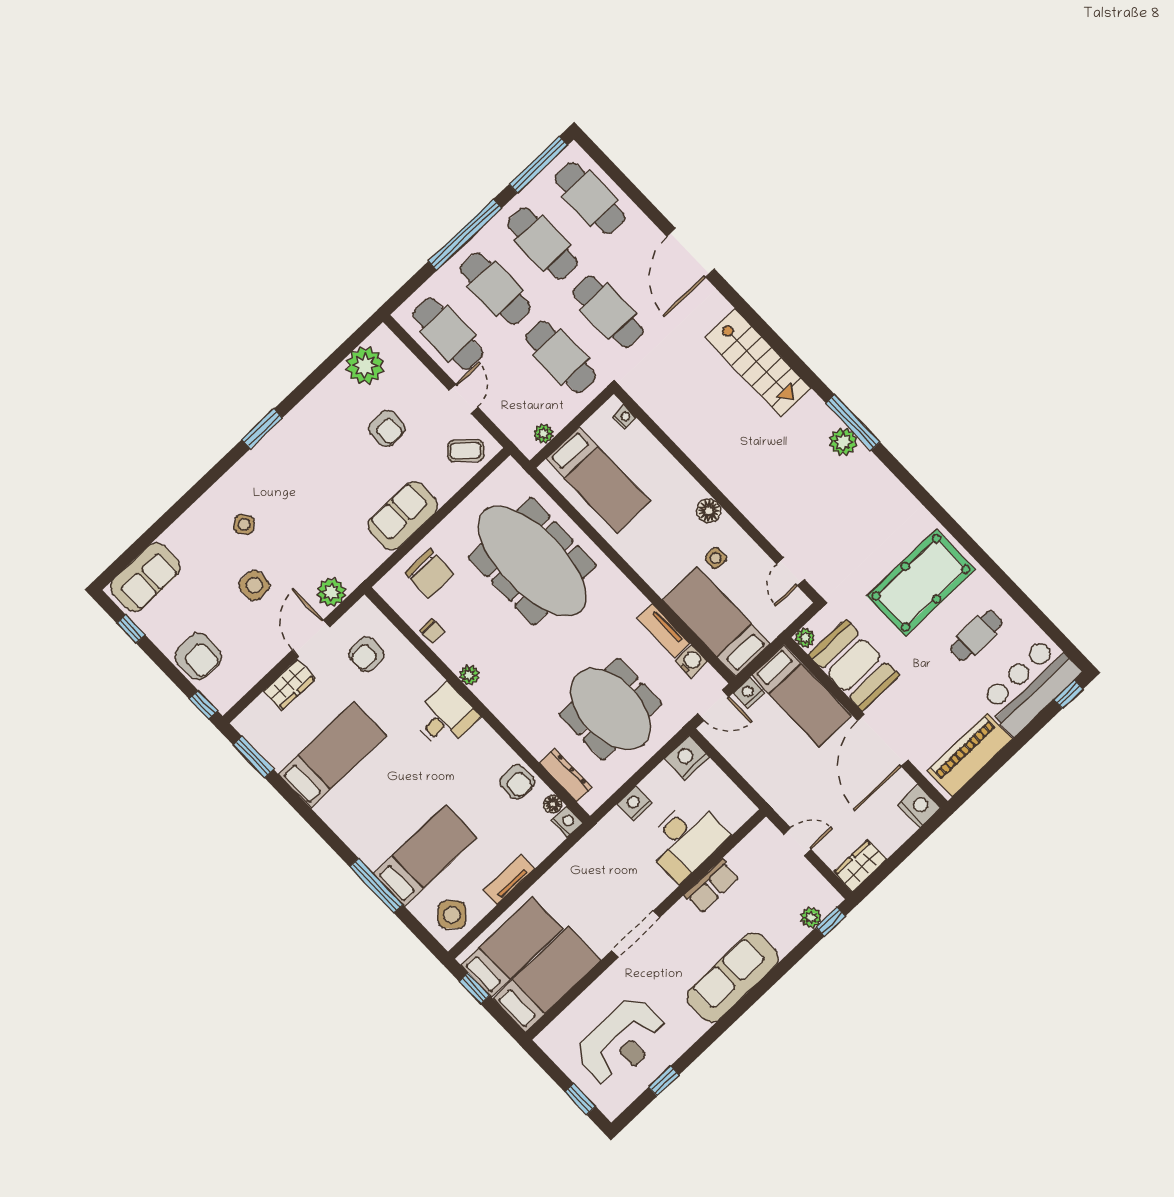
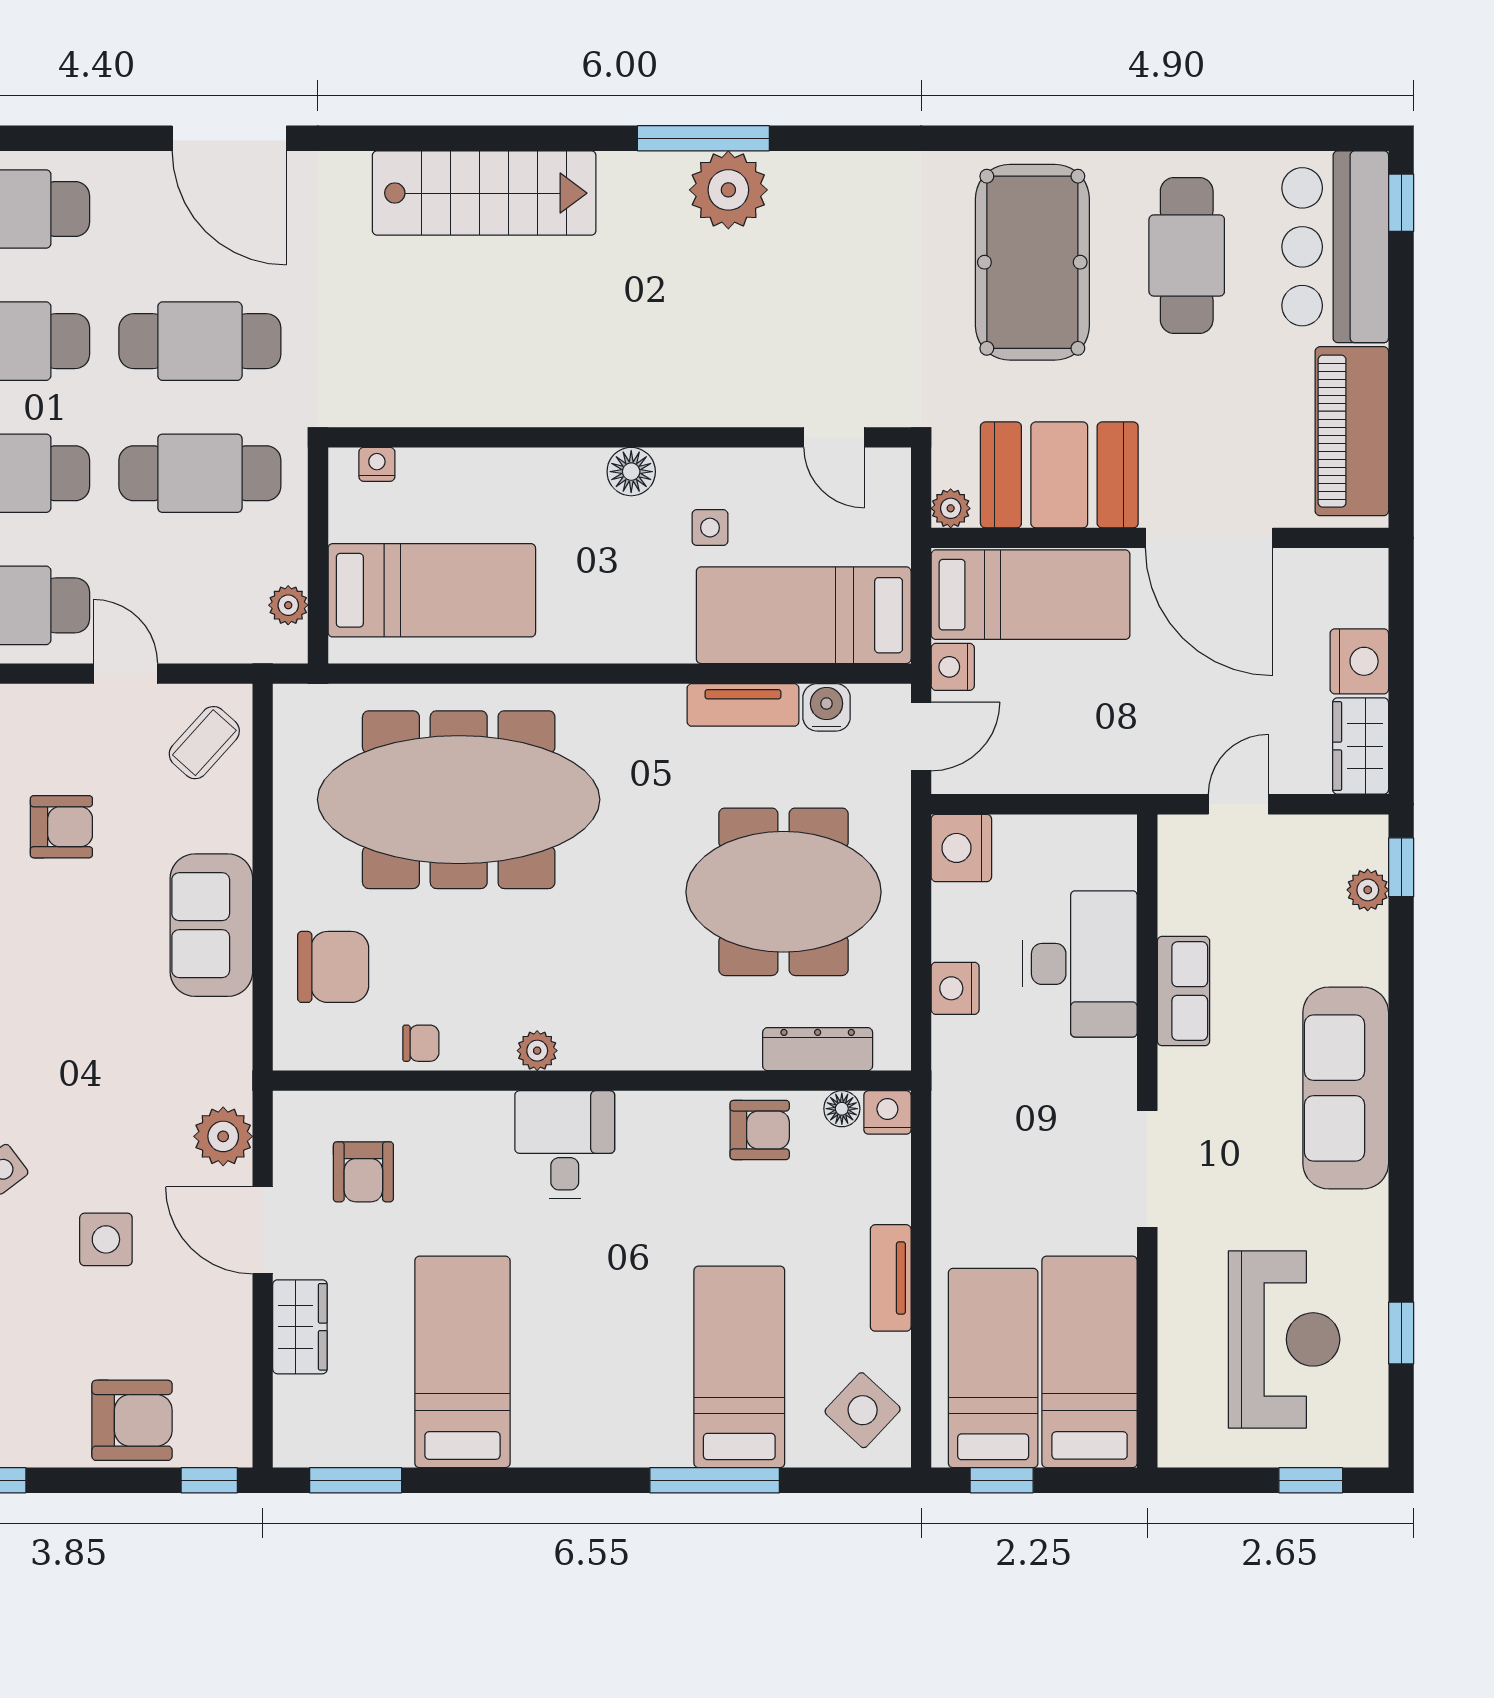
plant: (843, 442) -> (728, 190), width x1.36, depth x1.36
cafe table: (976, 636) -> (1187, 255), width x1.37, depth x1.35
nightstand: (919, 806) -> (1359, 661), moved, turned 90

